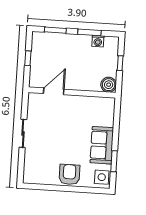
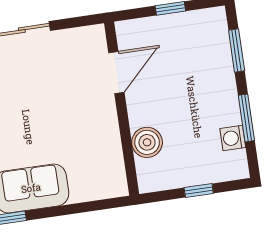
boiler: (109, 85) -> (147, 142), moved
door: (54, 91) -> (116, 72), hinge flipped

